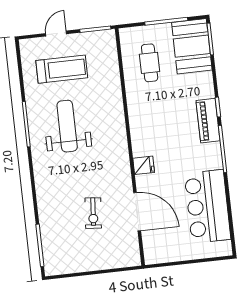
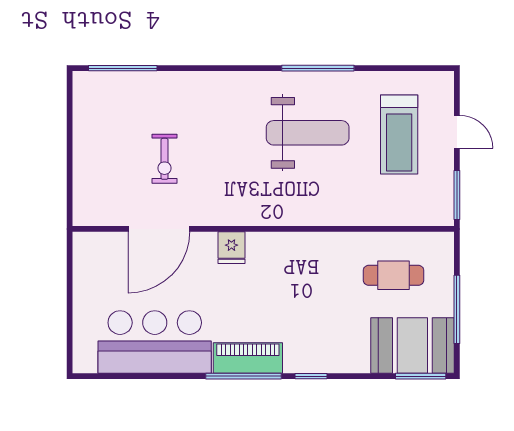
piano: (208, 121) -> (248, 358), moved
exercise bike: (93, 213) -> (164, 159), turned -95

